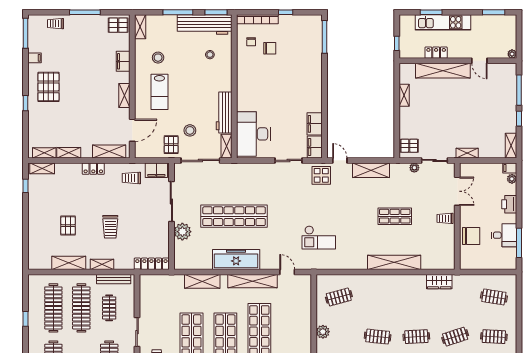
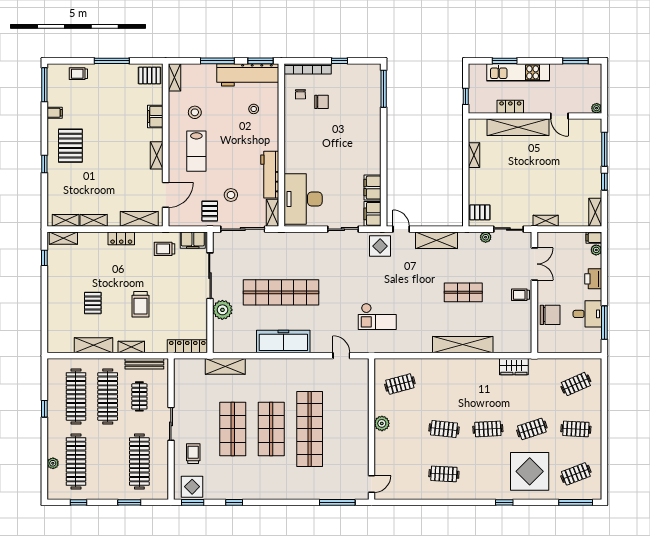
shelving: (202, 281) -> (225, 366), moved
shelving: (253, 281) -> (302, 366), removed
clothes rail: (494, 297) -> (576, 384), turned -33

